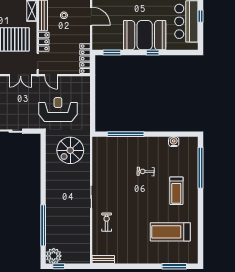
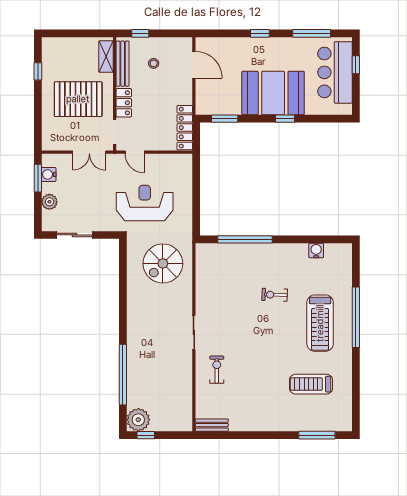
window: (201, 168) -> (356, 317), moved
treadmill: (176, 191) -> (320, 323), width x1.37, depth x1.38
treadmill: (170, 232) -> (311, 384), width x0.73, depth x0.73

